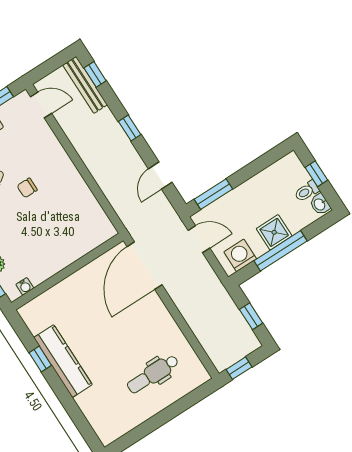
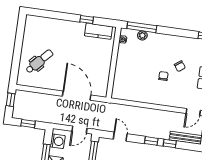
window: (95, 74) -> (170, 143), moved
door: (145, 266) -> (77, 96), moved
kitchen counter: (63, 361) -> (99, 31), moved, width x0.67
dental chair: (153, 374) -> (39, 61), turned 43

